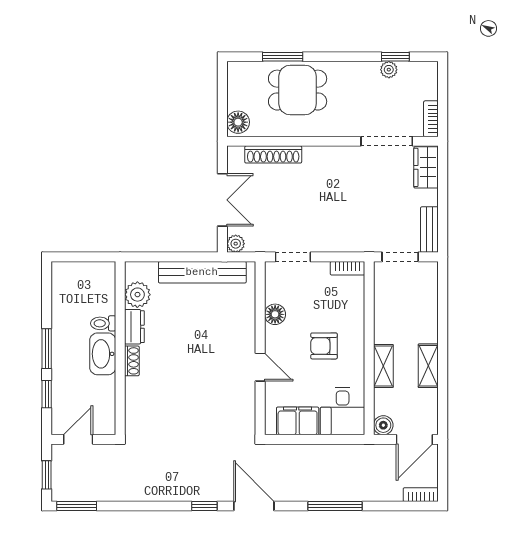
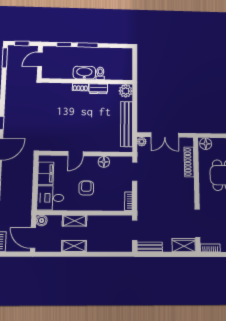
plant: (137, 295) -> (126, 91), moved
door: (78, 439) -> (40, 59), swing flipped

